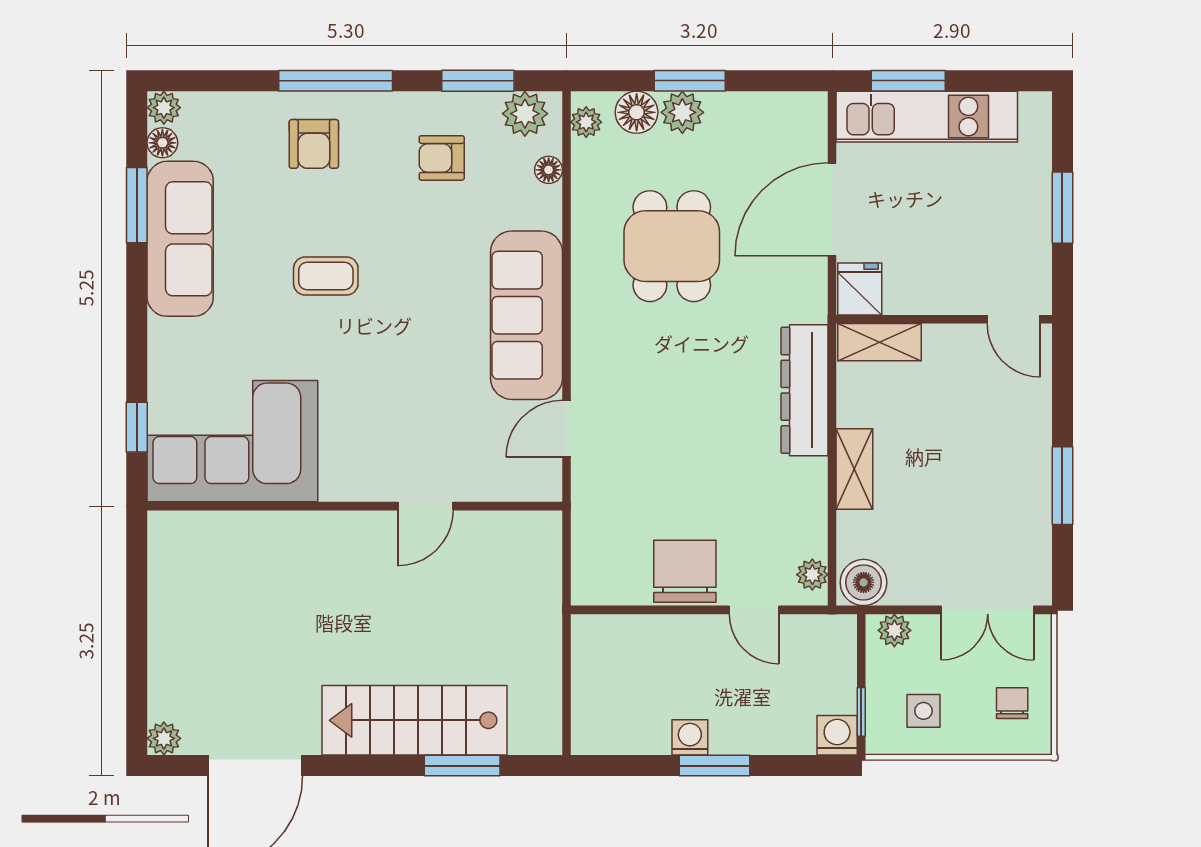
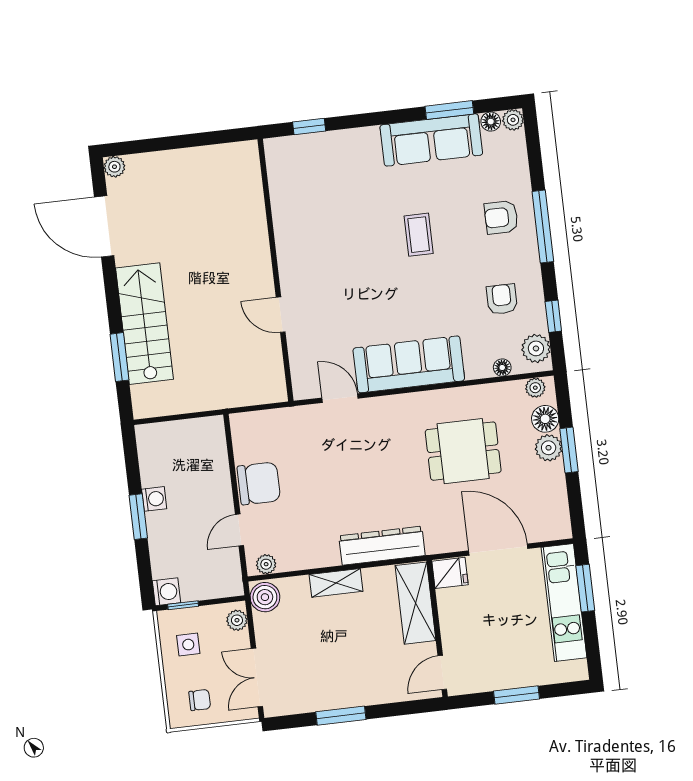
window: (478, 81) -> (553, 316), width x0.67
shelving: (880, 342) -> (416, 603), width x1.50, depth x1.33
corner sofa: (232, 441) -> (307, 188), removed

